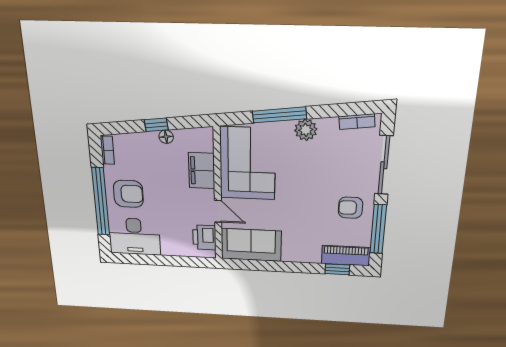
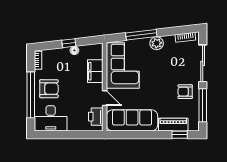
sofa: (251, 245) -> (132, 120), width x1.36
piano: (346, 256) -> (173, 125), moved

